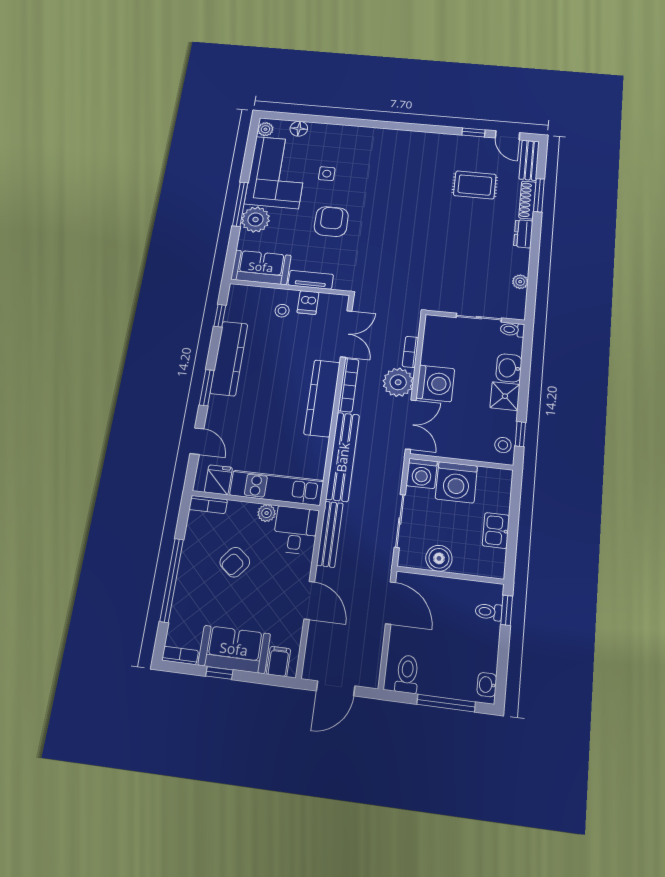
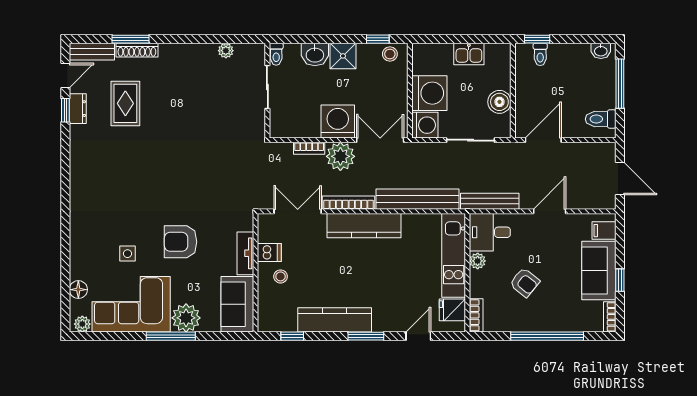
dresser: (523, 234) -> (78, 109), moved, turned -90

